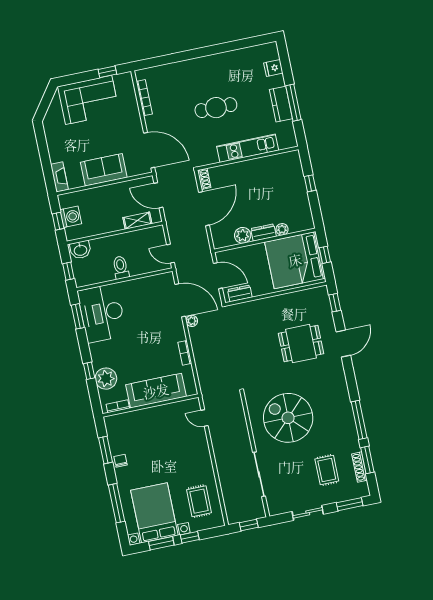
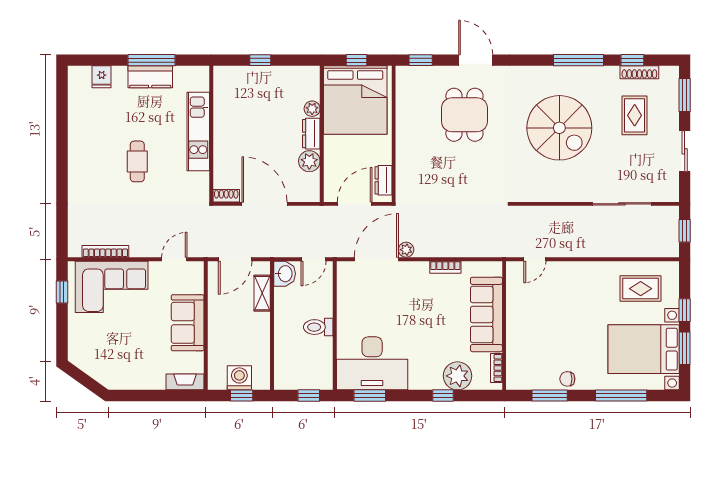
corner sofa: (89, 100) -> (112, 287), moved, turned 90
cafe table: (216, 108) -> (137, 161), width x0.73, depth x0.74
door: (149, 150) -> (174, 259), width x0.53
washbasin: (80, 250) -> (285, 274), moved
spiral stairs: (288, 418) -> (559, 128), moved, turned -90
window: (367, 460) -> (632, 60), width x0.67
rug: (327, 470) -> (635, 115), turned 90

